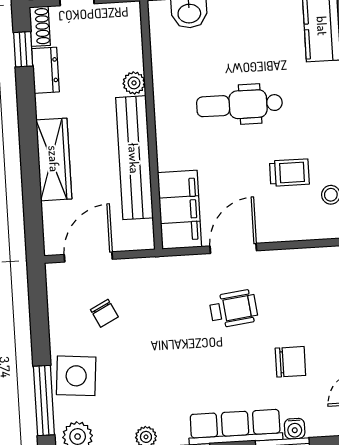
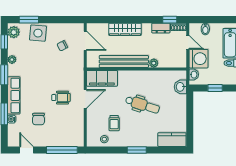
dental chair: (239, 105) -> (142, 105), turned 108
door: (233, 248) -> (85, 99), hinge flipped
wheelchair: (234, 309) -> (61, 98), turned -83
window: (44, 400) -> (29, 20), width x0.69

